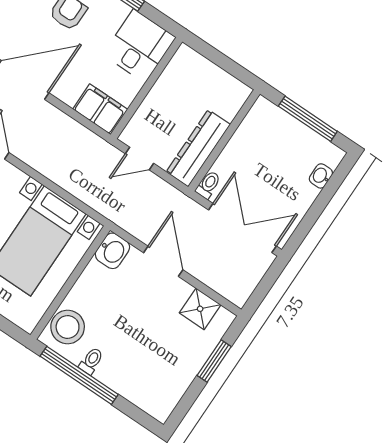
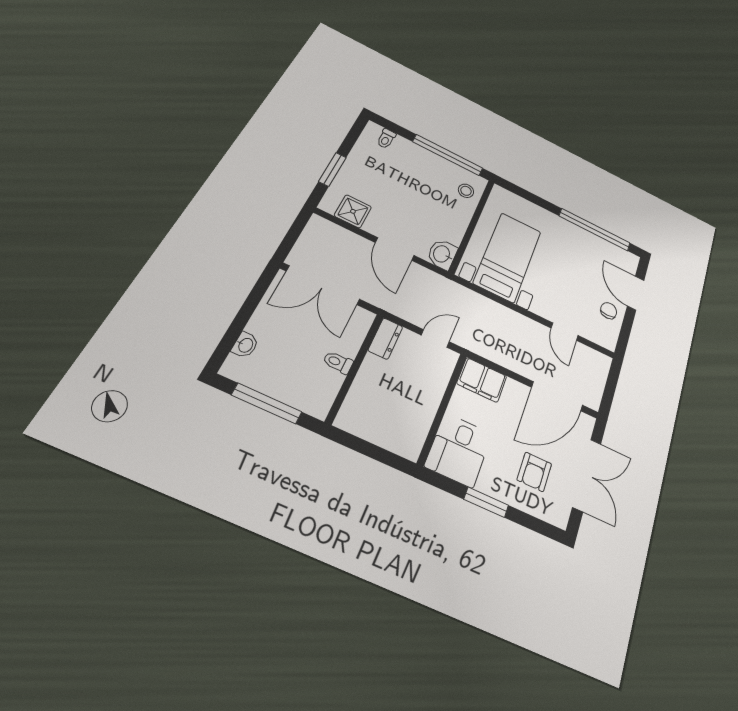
dresser: (198, 148) -> (385, 339), width x0.51, depth x0.80
toilet: (208, 185) -> (338, 362), moved, turned 90
stool: (68, 327) -> (466, 191), width x0.53, depth x0.53
toilet: (91, 361) -> (386, 139), moved

